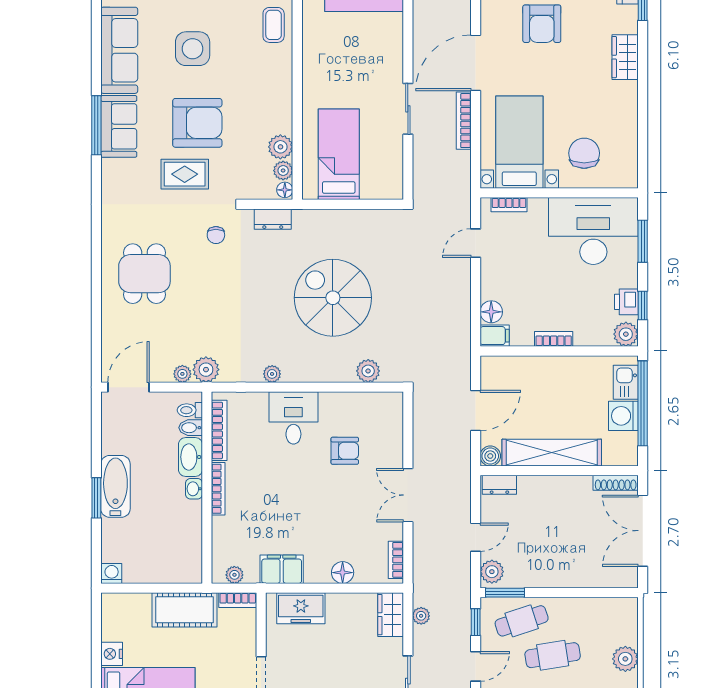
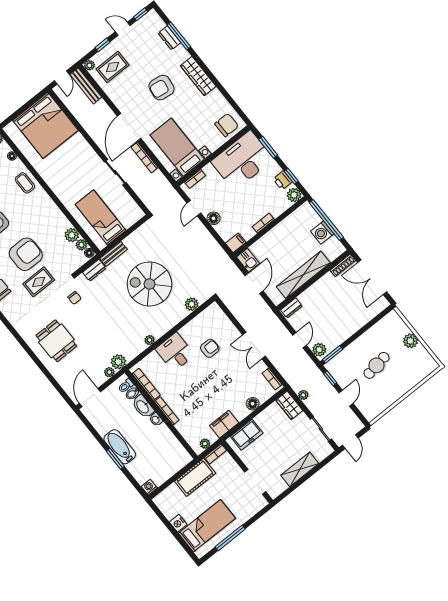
armchair: (542, 24) -> (161, 88), moved, turned 98
wardrobe: (625, 57) -> (198, 76), width x1.50
chair: (584, 153) -> (227, 125), moved, turned 90
bench: (317, 218) -> (113, 254), added
floor lamp: (491, 312) -> (213, 218), moved
kitchen sink: (626, 382) -> (248, 260), moved, turned 180
boiler: (490, 456) -> (277, 298), removed
cafe table: (522, 621) -> (350, 361), removed

